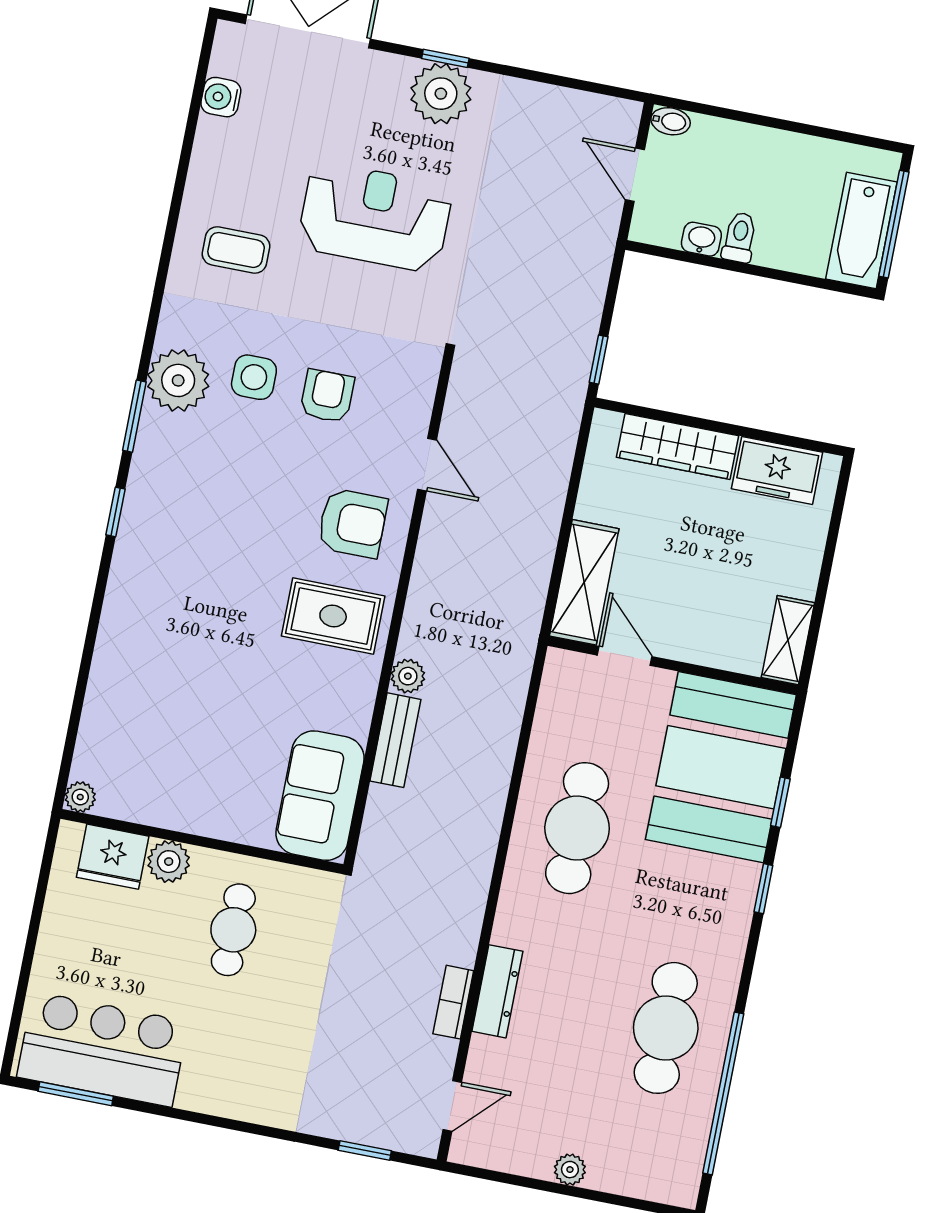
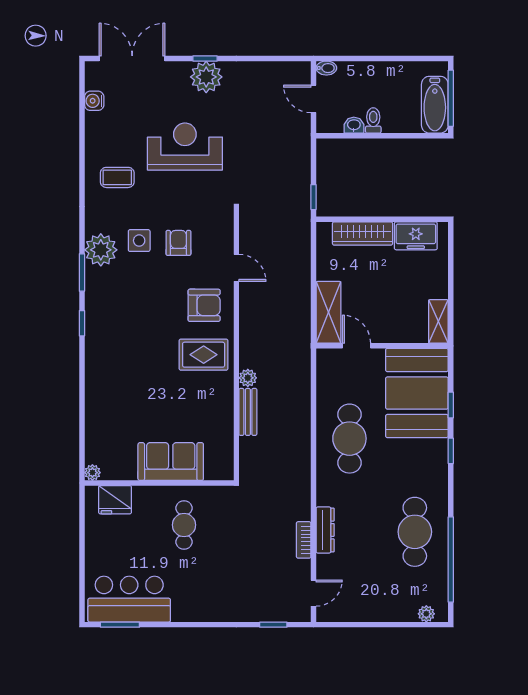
sofa: (320, 796) -> (171, 462), moved, turned 90
plant: (169, 862) -> (144, 497), removed
plant: (570, 1170) -> (426, 614), moved

